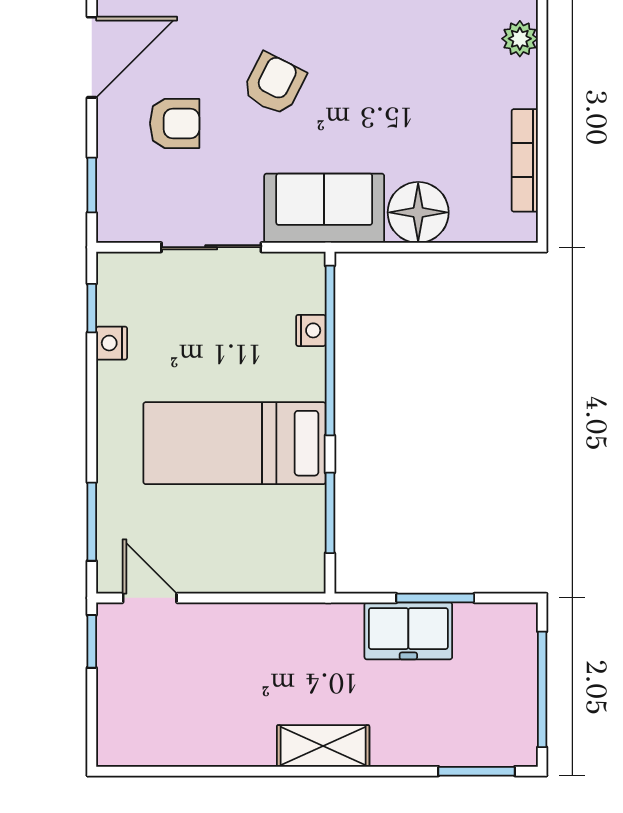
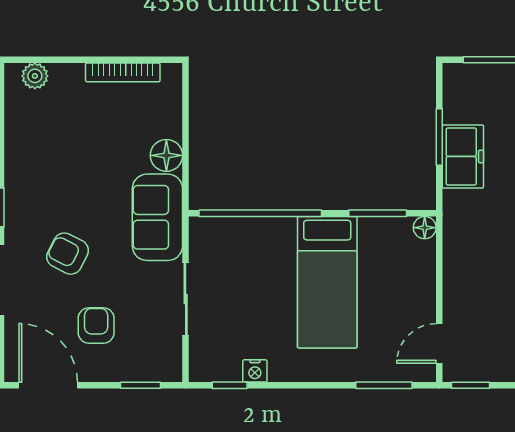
floor lamp: (418, 212) -> (166, 155), width x0.73, depth x0.73
nightstand: (311, 330) -> (246, 227), removed
floor lamp: (310, 578) -> (425, 228), added

